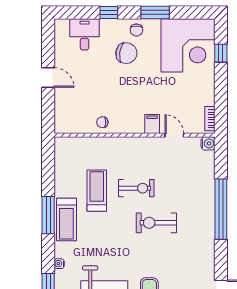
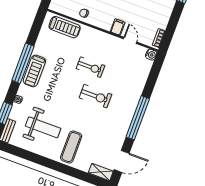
treadmill: (97, 191) -> (65, 27), moved, turned 90
window: (221, 209) -> (138, 118), moved
window: (48, 215) -> (23, 63), width x1.46
exercise bike: (156, 223) -> (95, 96), turned 180

